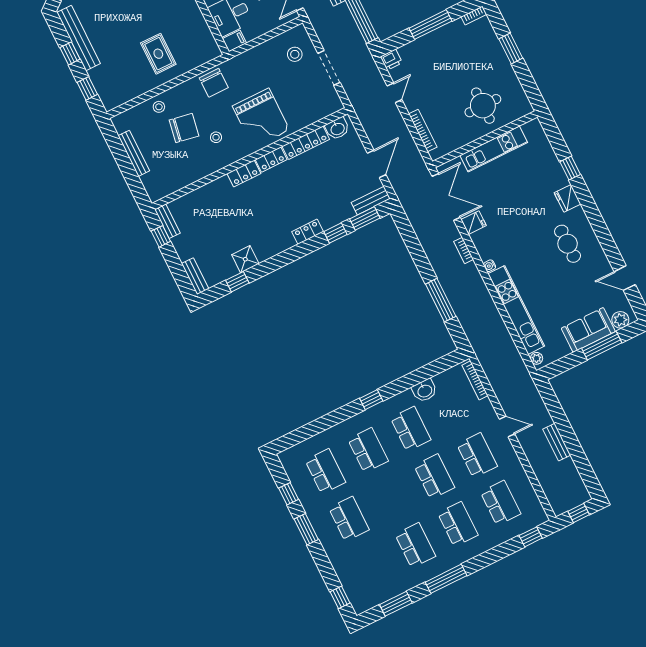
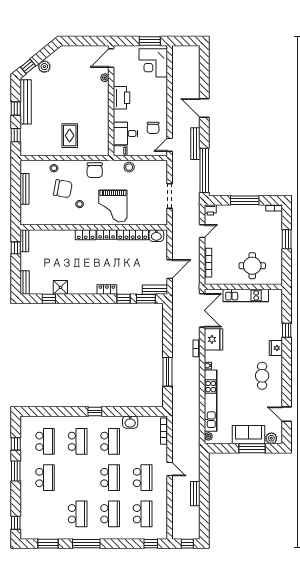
stool: (295, 54) -> (129, 167), moved
fridge: (474, 223) -> (213, 339), width x1.88, depth x1.34

